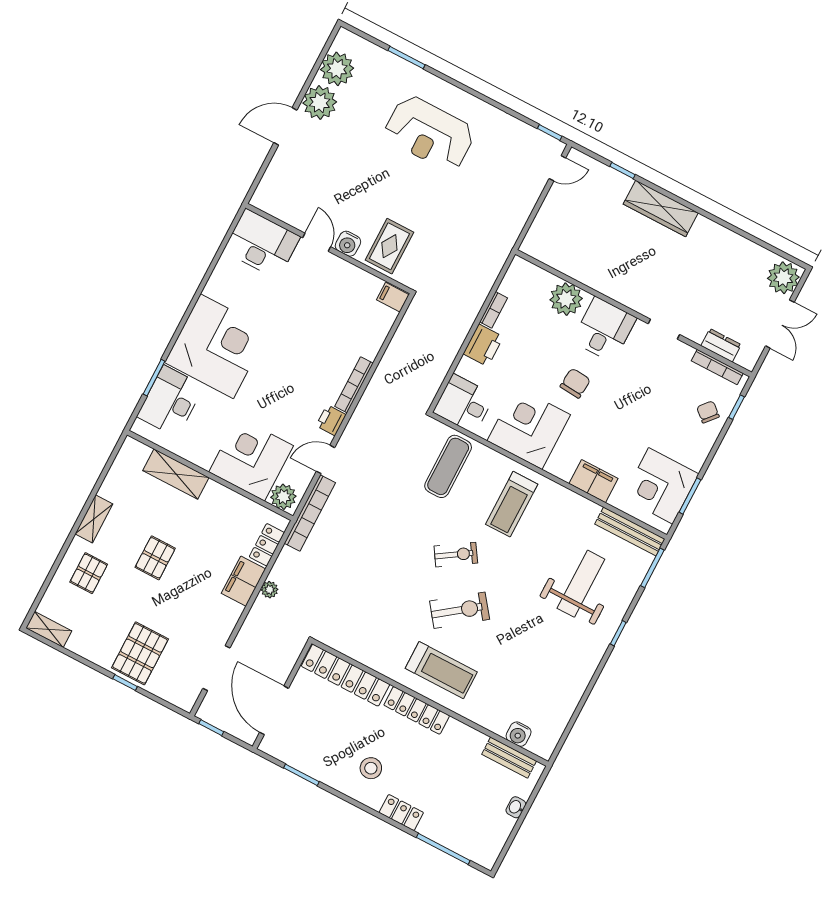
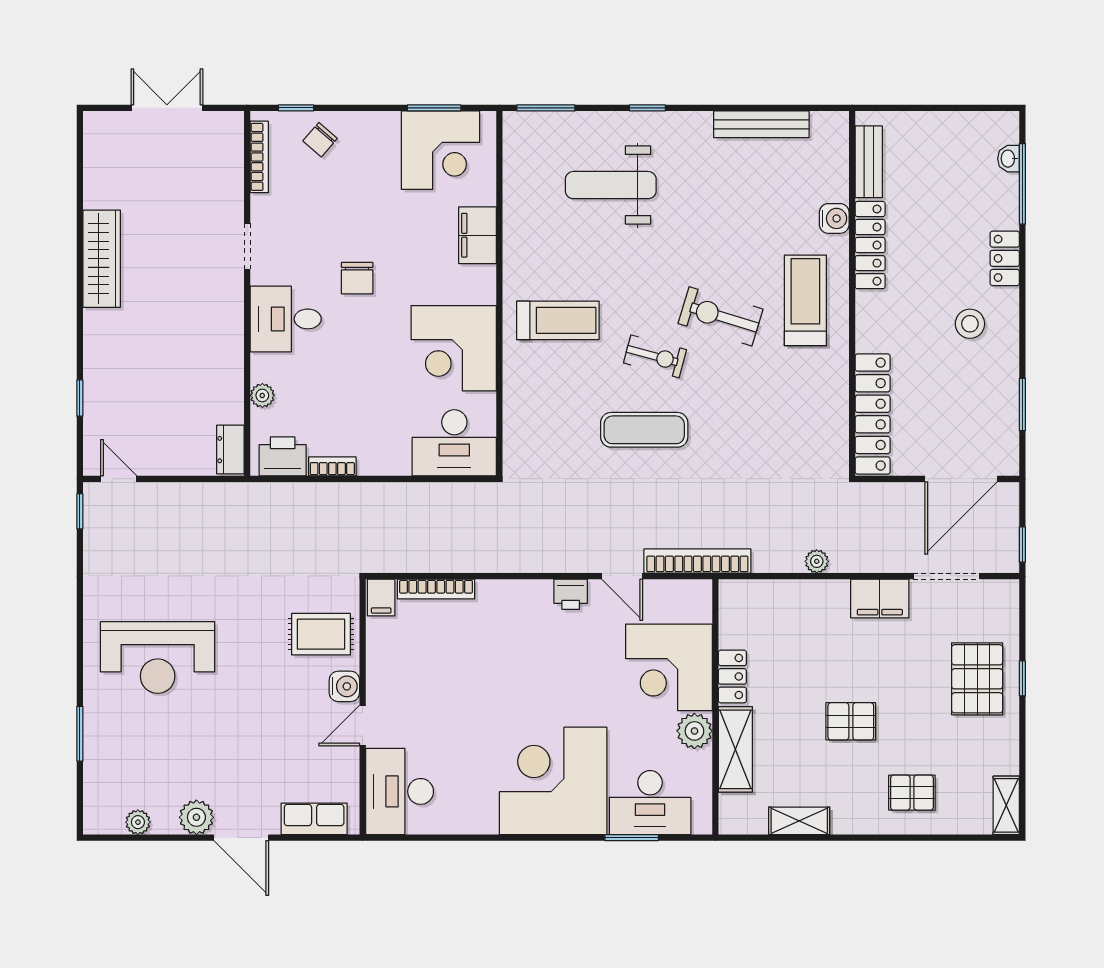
plant: (337, 69) -> (138, 822), width x0.53, depth x0.53
plant: (320, 103) -> (196, 817), width x0.73, depth x0.73
reception desk: (429, 133) -> (158, 657), turned 90
row of seats: (273, 180) -> (314, 819), added
wardrobe: (661, 208) -> (102, 259), moved
plant: (783, 278) -> (108, 133), removed
plant: (566, 299) -> (262, 395), width x0.53, depth x0.53
printer: (483, 345) -> (283, 456), moved
dresser: (721, 345) -> (230, 450), moved
chair: (575, 383) -> (357, 278), moved, turned -95
bookcase: (354, 385) -> (436, 589), moved
desk: (464, 404) -> (454, 443), width x1.37
exercise mat: (448, 466) -> (644, 430), moved
plant: (283, 497) -> (694, 731), moved
shelving: (94, 519) -> (799, 821), moved
bench: (630, 531) -> (761, 124), moved, turned 90
locker: (267, 545) -> (732, 676), moved, turned -90
exercise bike: (456, 555) -> (655, 356), turned 138
filing cabinet: (243, 581) -> (880, 599), moved
exercise bike: (460, 610) -> (721, 316), turned -36
pallet: (140, 653) -> (977, 679), turned 90
locker: (417, 710) -> (870, 245), moved
water cooler: (519, 734) -> (834, 218), moved
washbasin: (516, 807) -> (1009, 159), moved, turned 90

